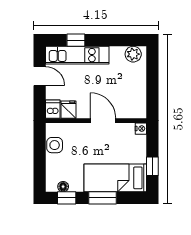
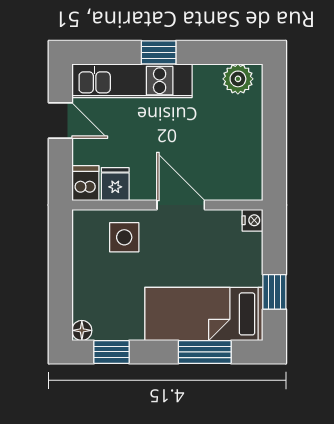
window: (76, 40) -> (159, 52), moved
side table: (55, 145) -> (124, 237), moved
floor lamp: (63, 187) -> (82, 330), moved
window: (102, 198) -> (205, 352), moved

